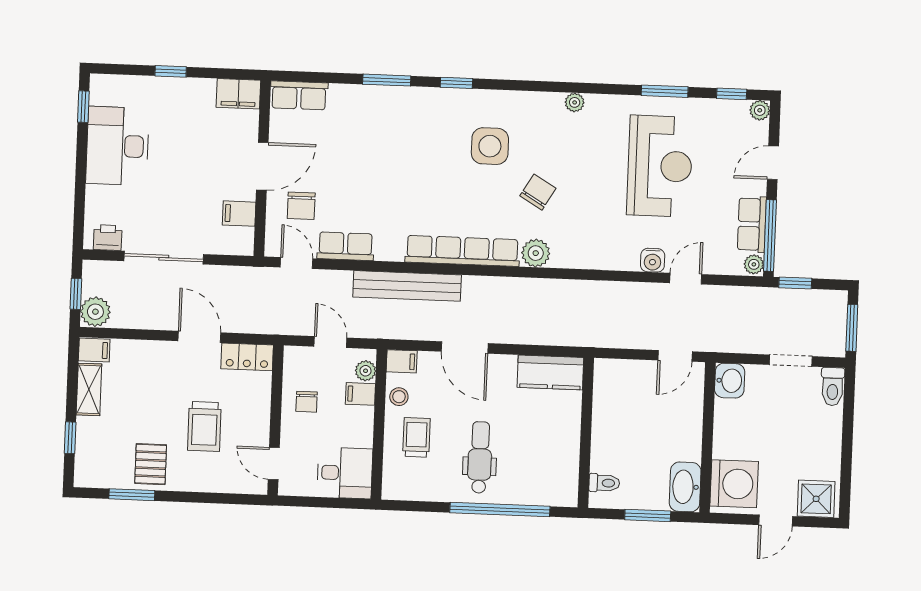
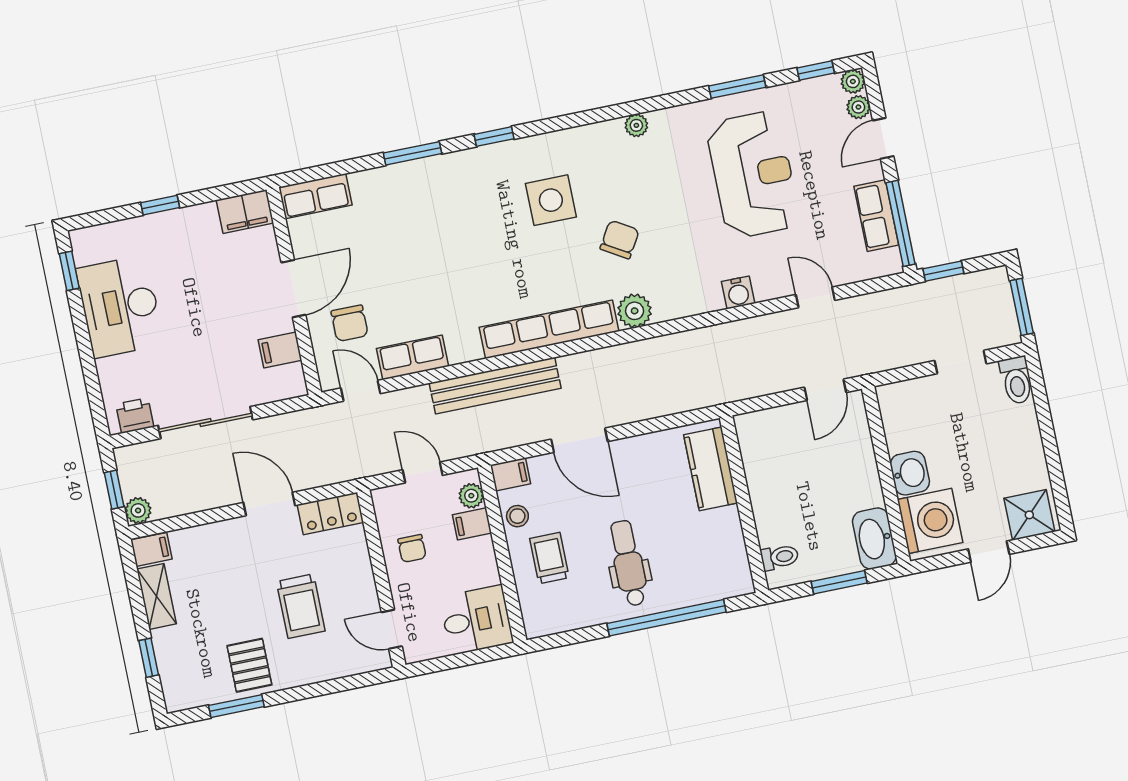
water cooler: (653, 260) -> (738, 292), moved
plant: (754, 264) -> (858, 107), moved
door: (686, 279) -> (815, 297), hinge flipped
plant: (95, 312) -> (138, 510), width x0.73, depth x0.73
kitchen counter: (550, 372) -> (711, 469), moved, turned 90
washbasin: (730, 381) -> (910, 473), moved

